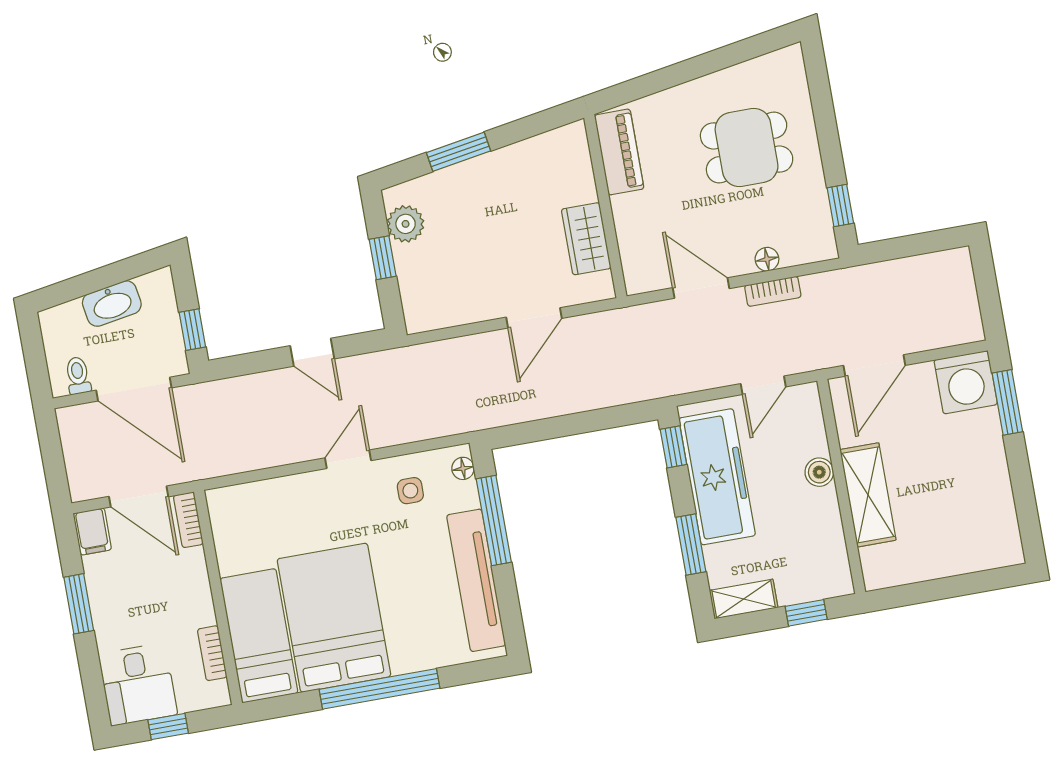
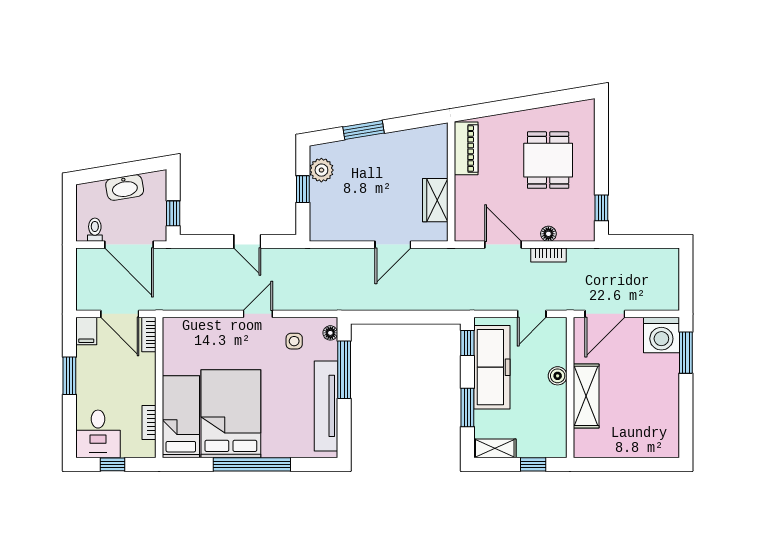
dining table: (747, 147) -> (548, 160), turned 90

